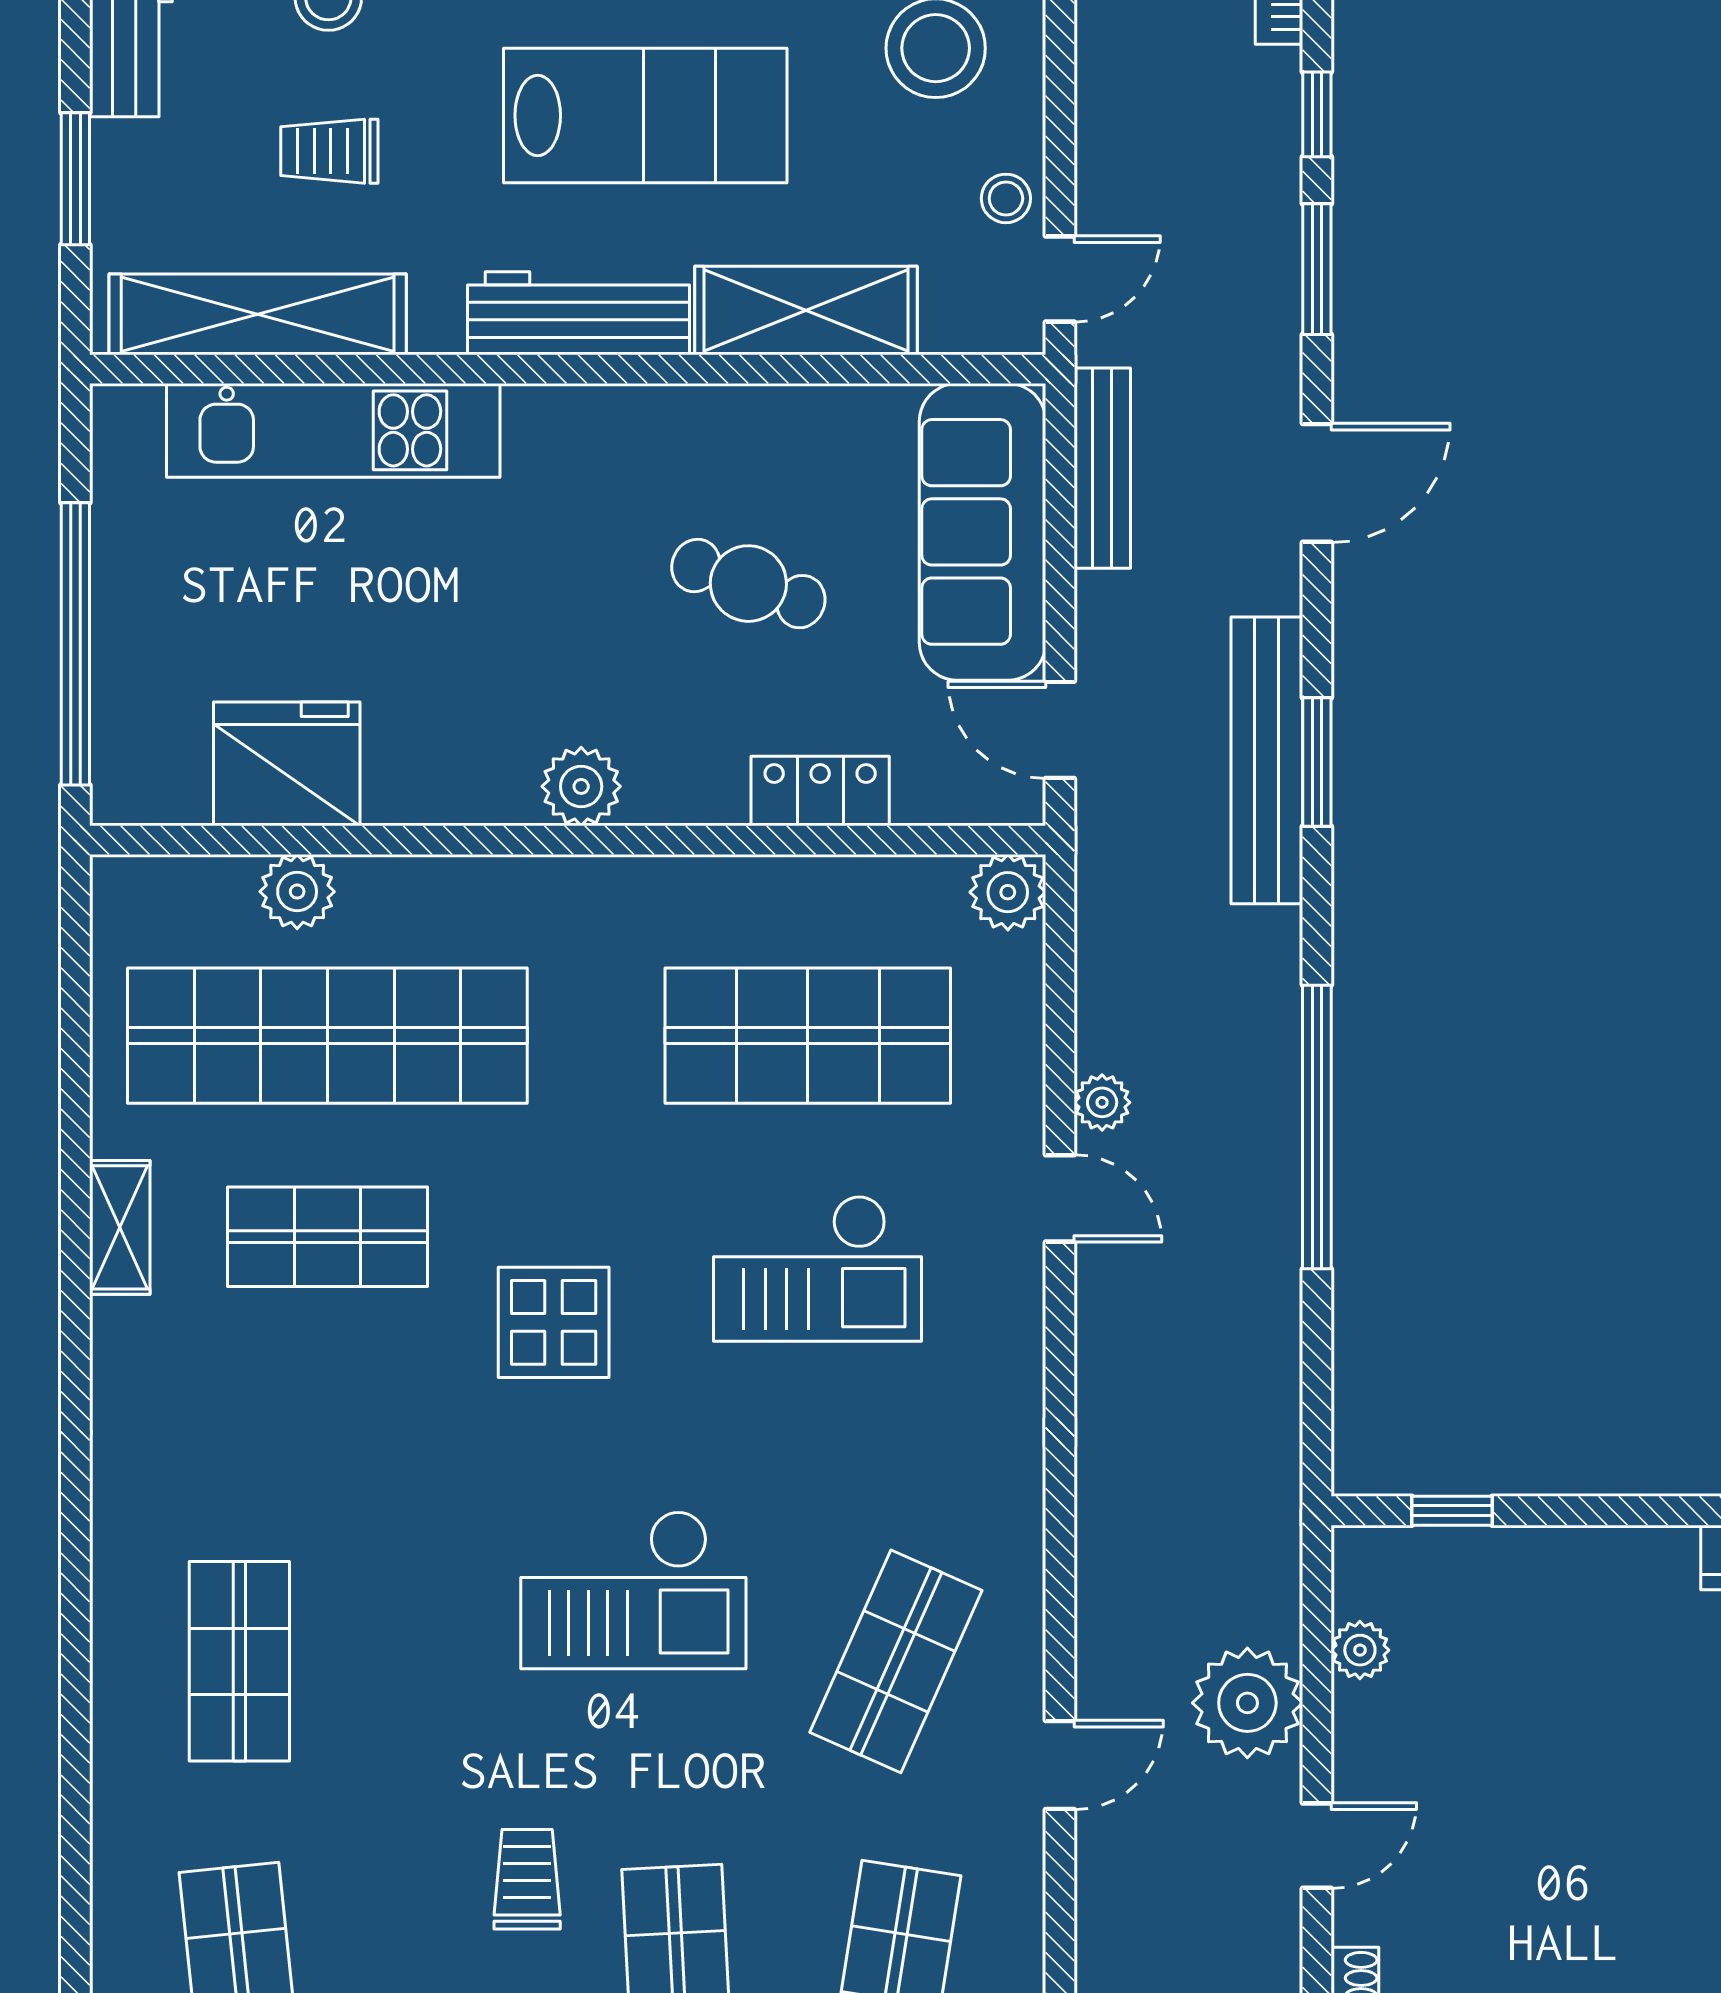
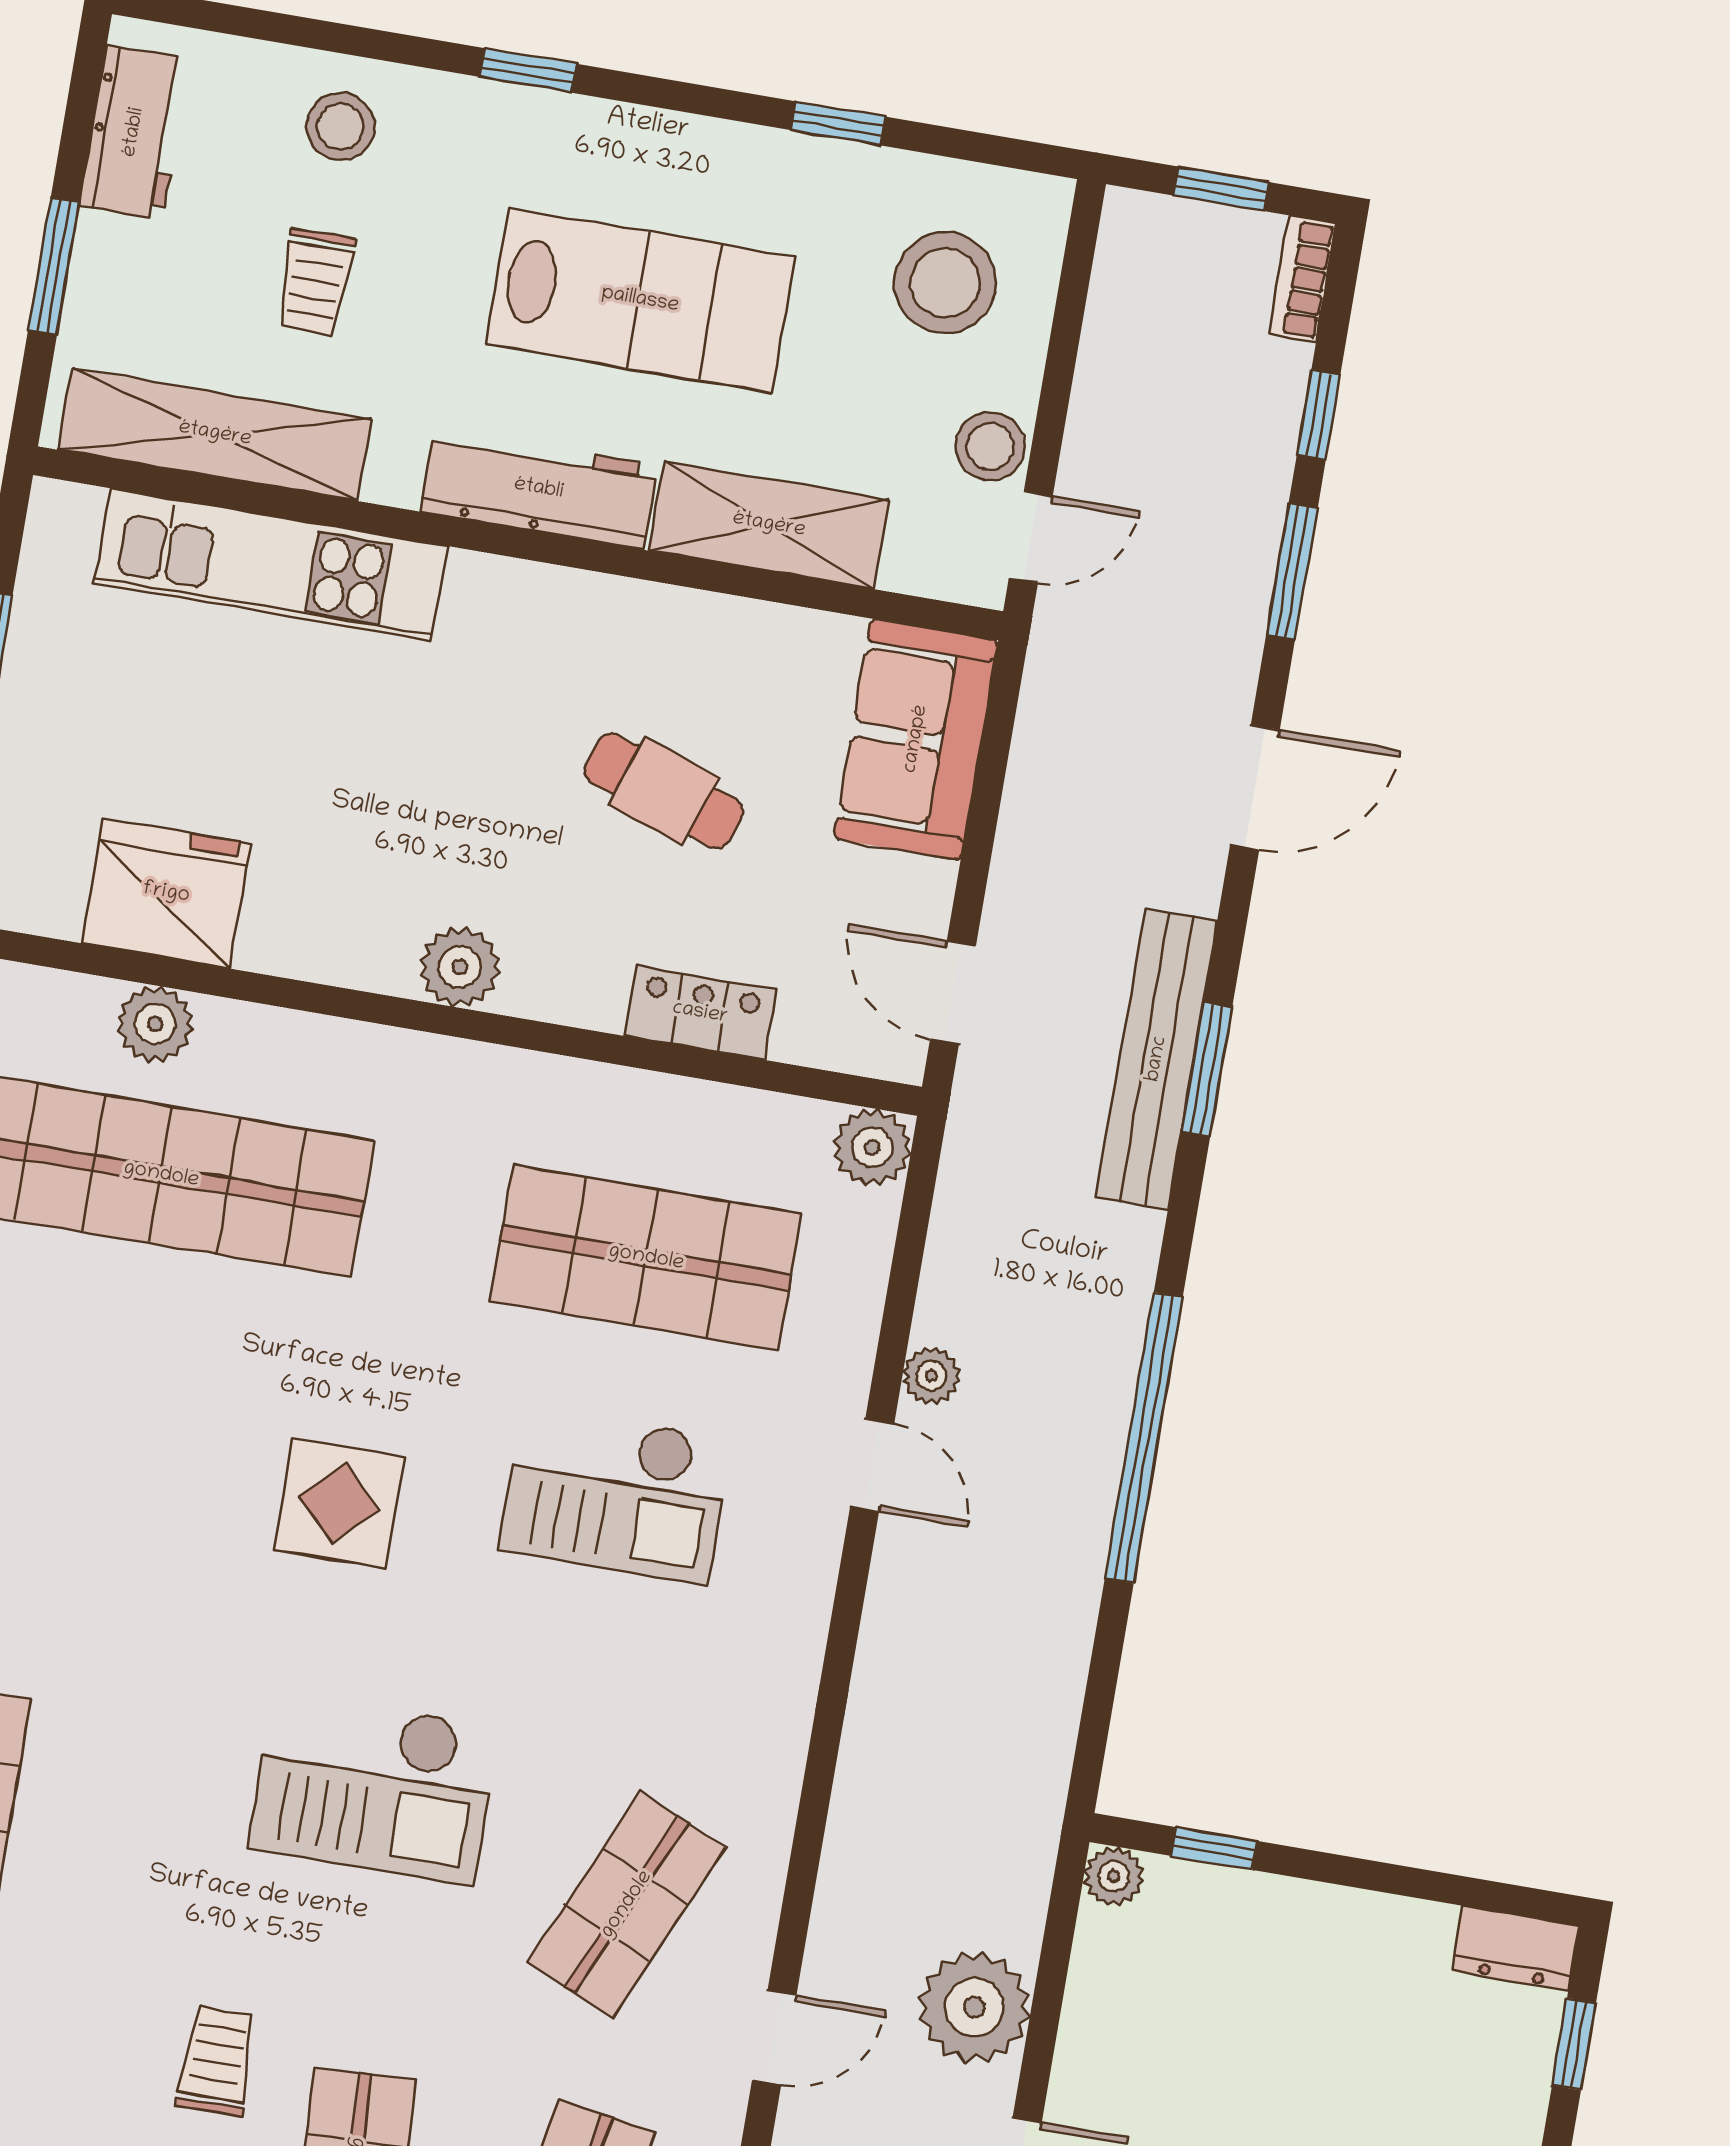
trolley: (329, 151) -> (315, 282), turned -90
stool: (1006, 198) -> (990, 447), width x1.37, depth x1.37
bench: (1102, 468) -> (1041, 735), removed
sofa: (983, 532) -> (916, 739), width x0.73
shop shelf: (327, 1237) -> (126, 1378), removed
plant: (1360, 1650) -> (1114, 1876), moved

